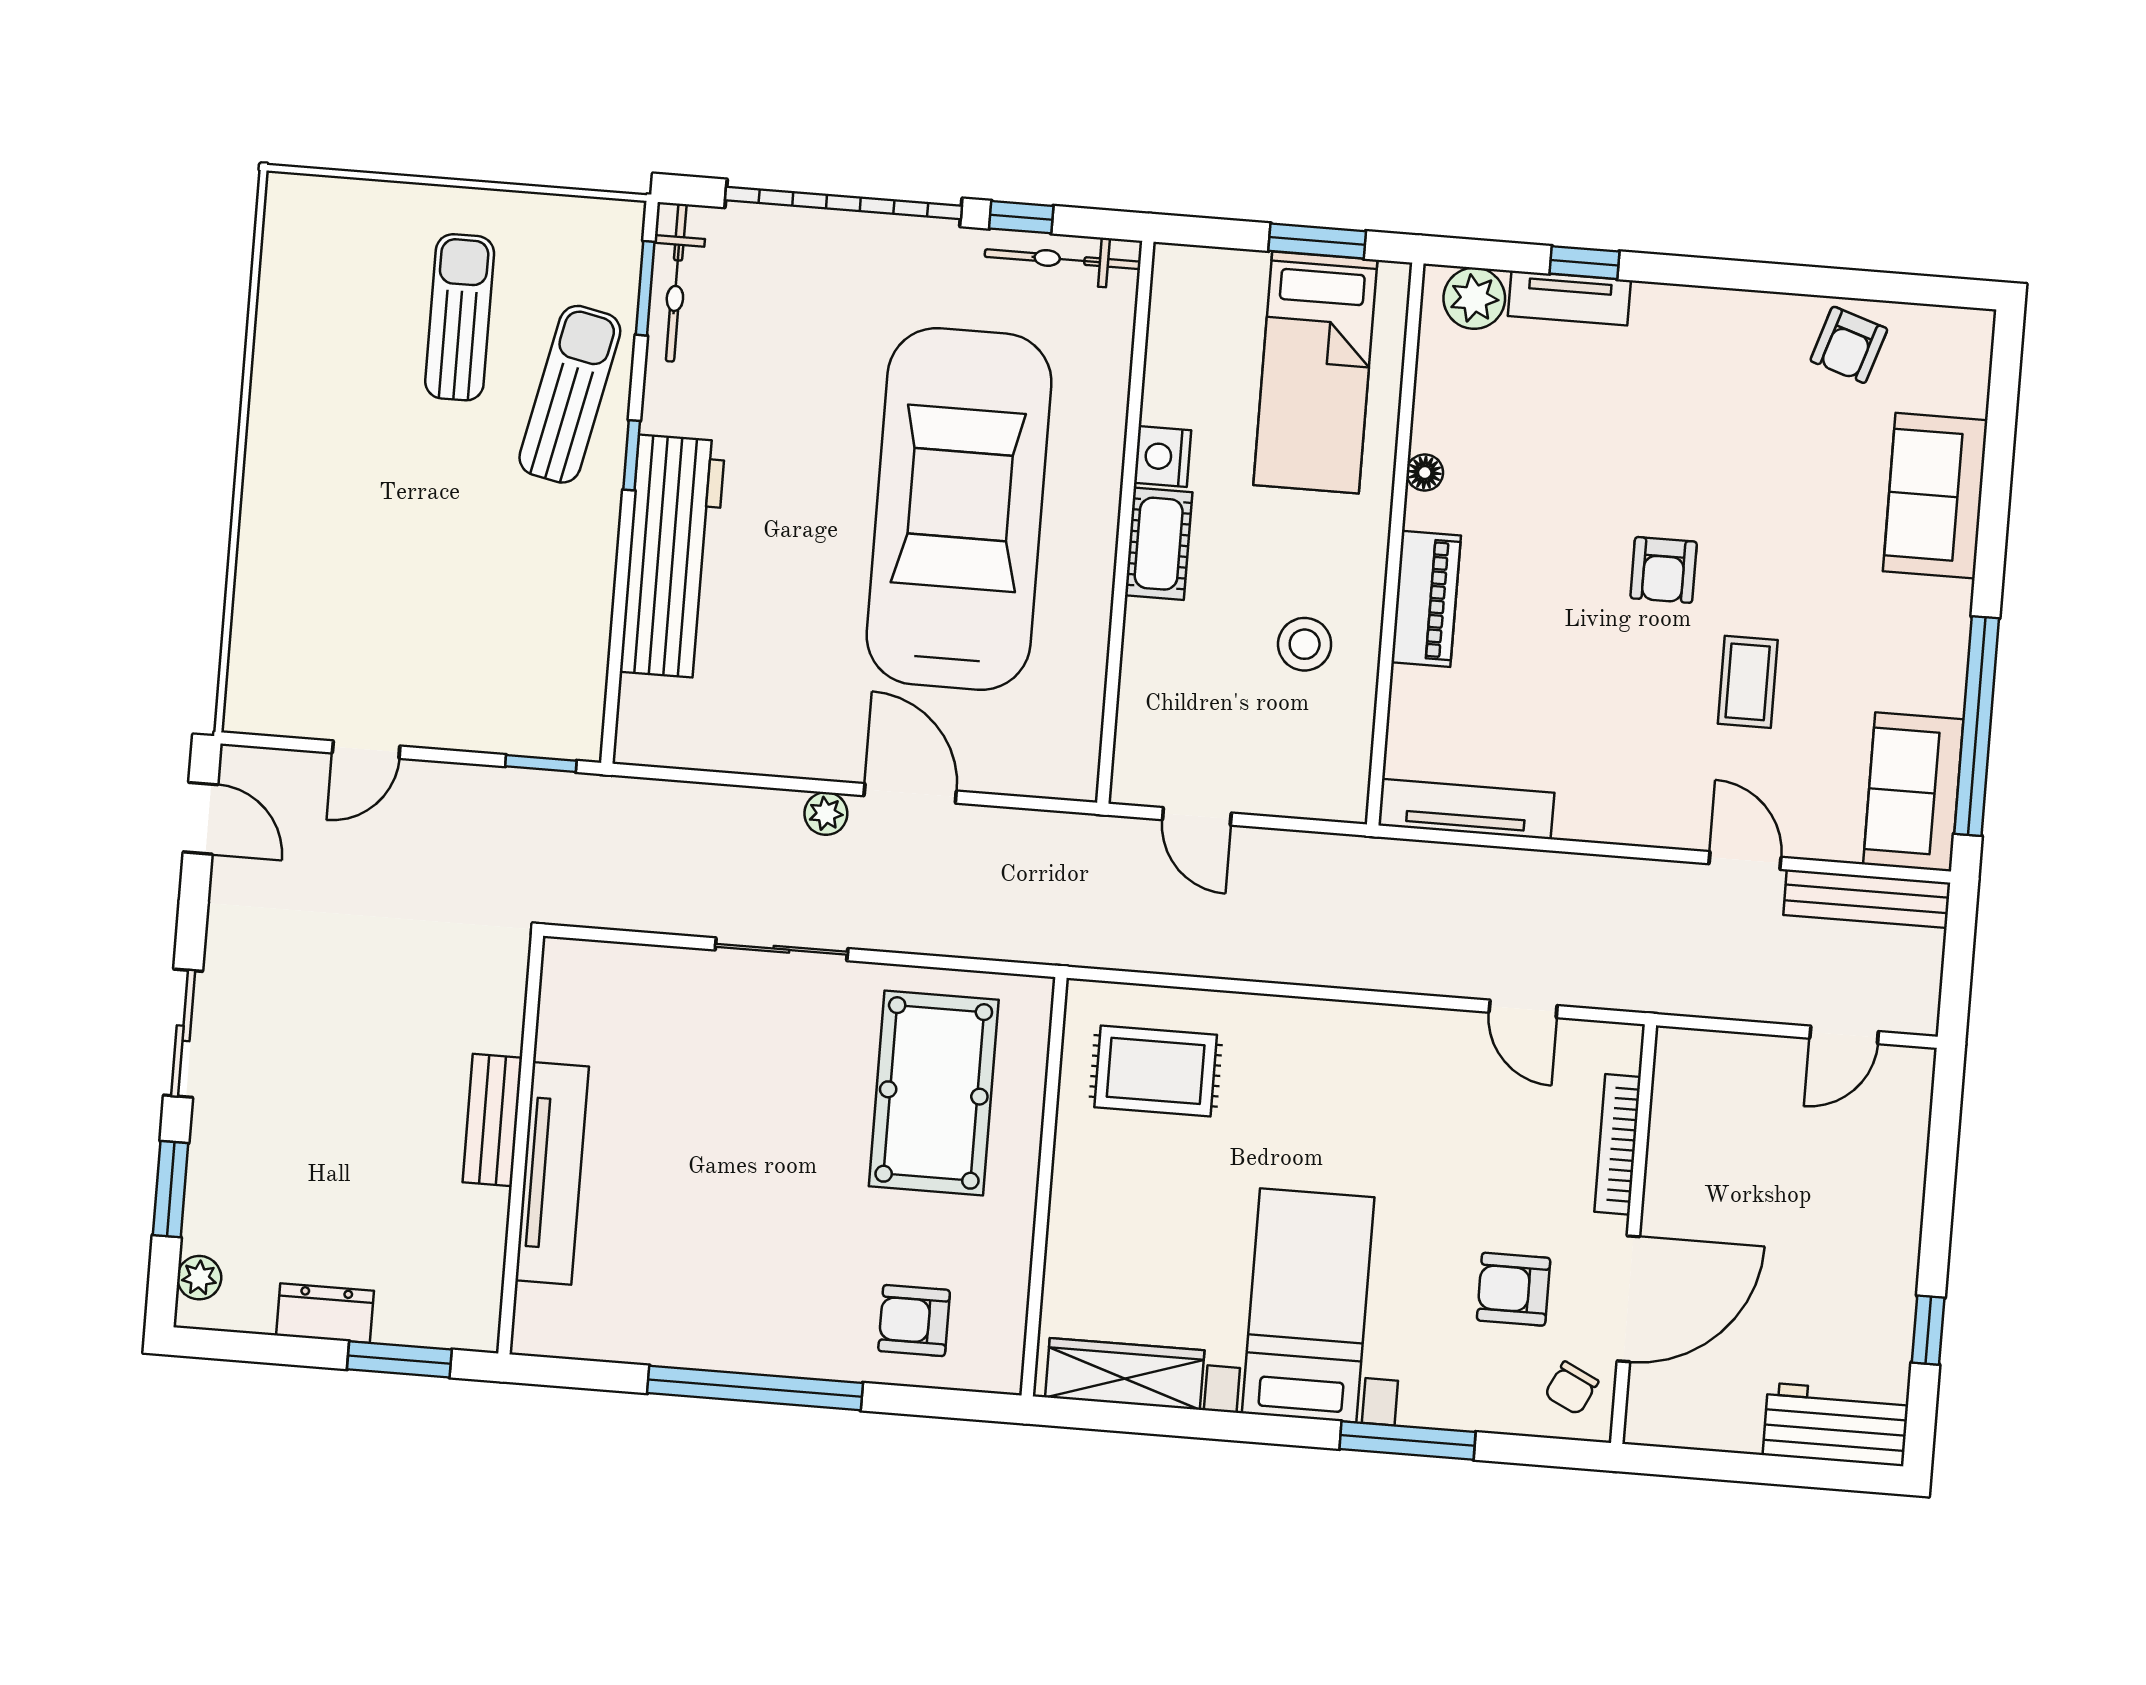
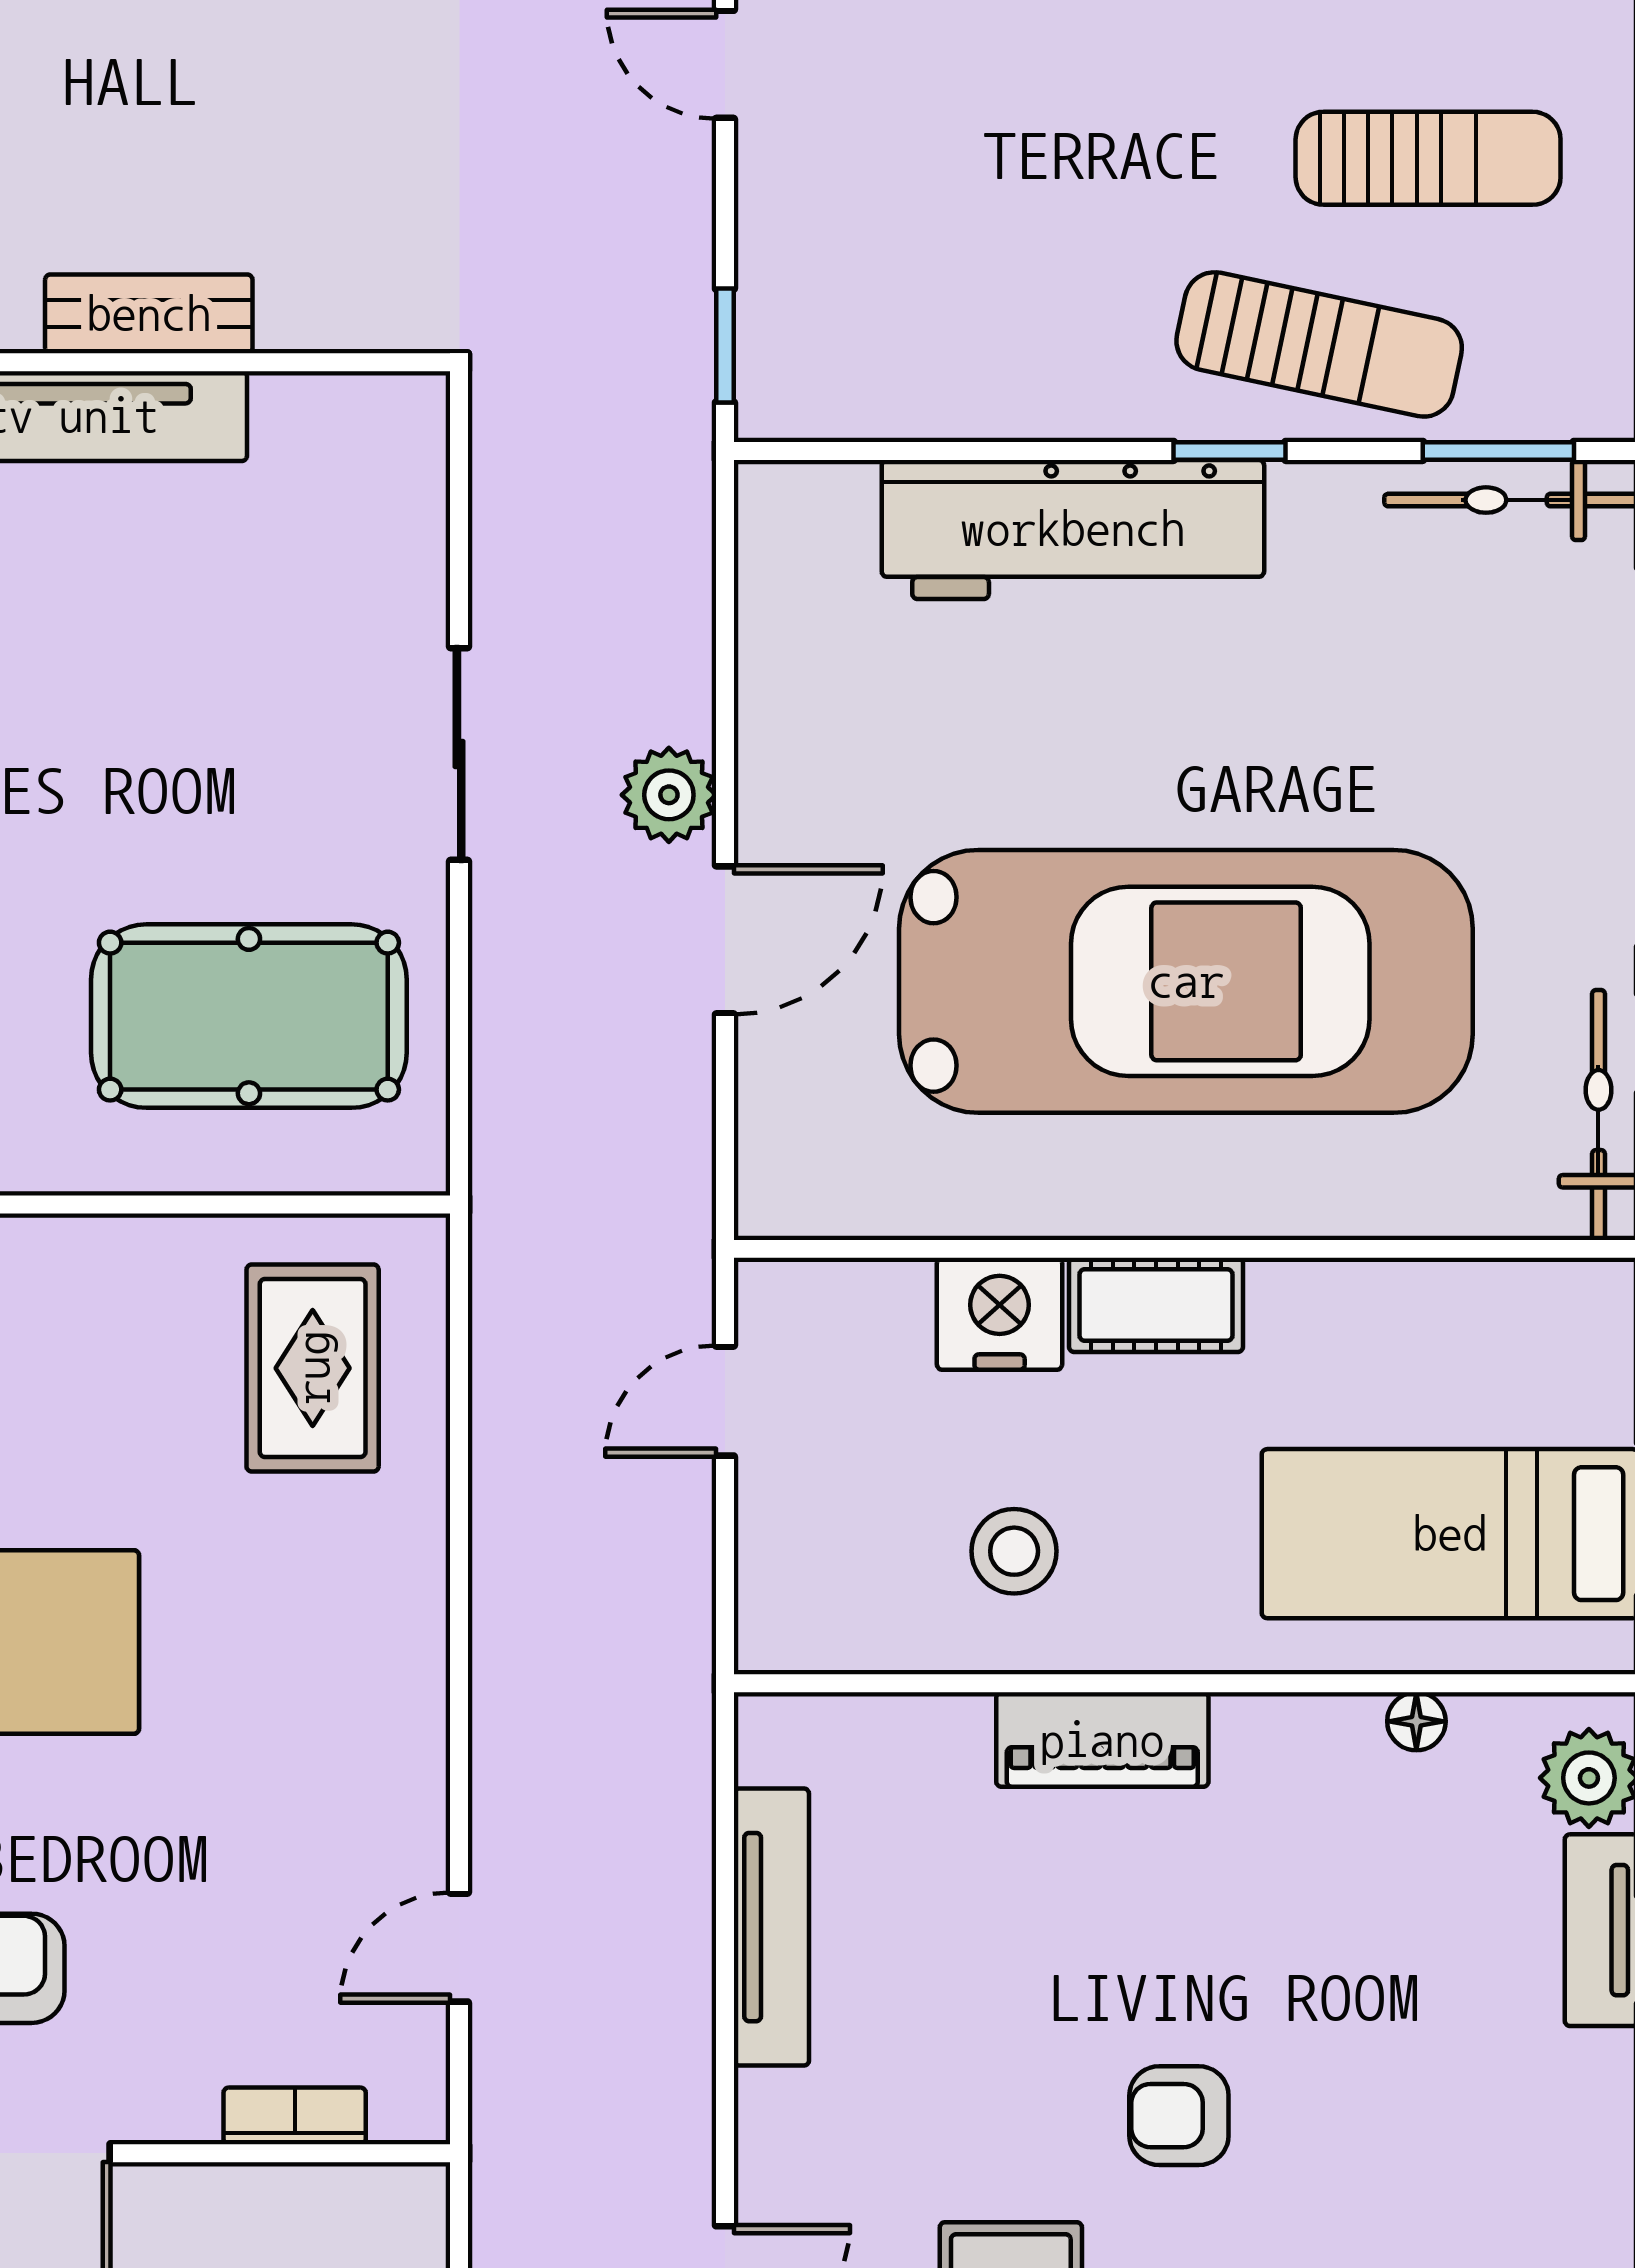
nightstand: (1163, 457) -> (1000, 1314), moved, width x1.36, depth x1.33
floor lamp: (1425, 473) -> (1416, 1721), moved
tv unit: (1466, 809) -> (771, 1927), moved
plant: (826, 814) -> (669, 795), width x1.38, depth x1.38
bookcase: (1618, 1144) -> (295, 2116), width x0.64

